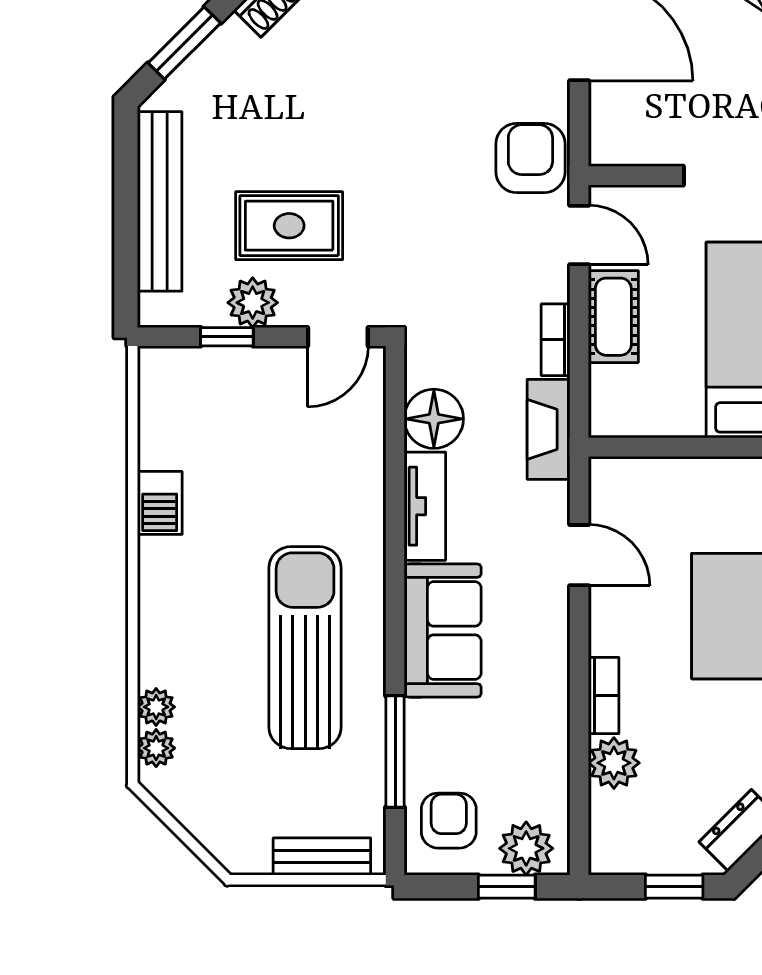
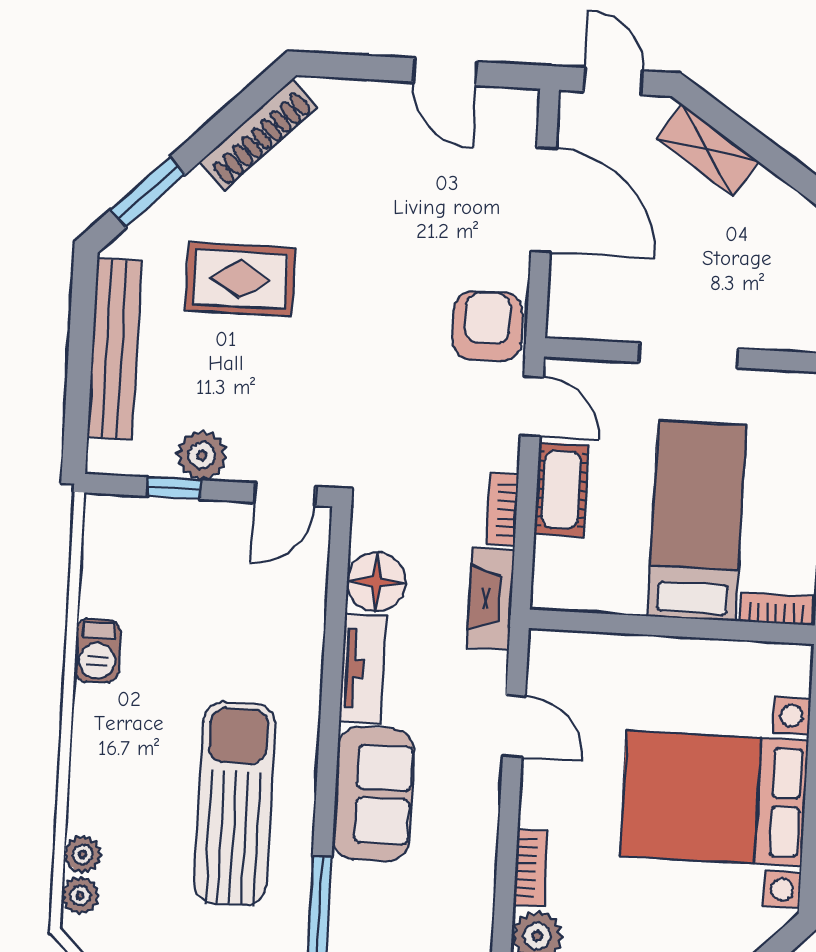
rug: (289, 226) -> (240, 279), moved

